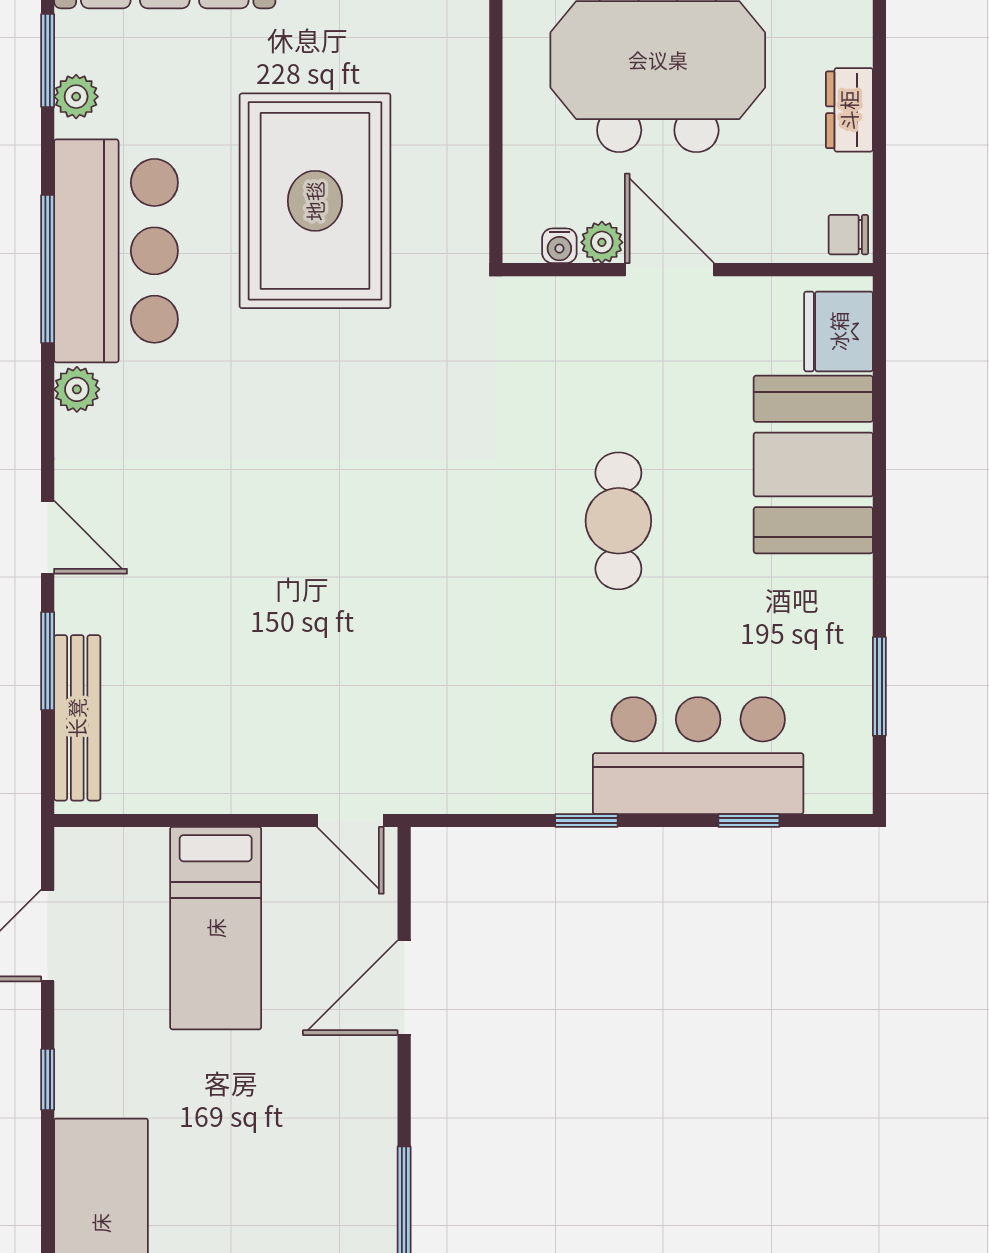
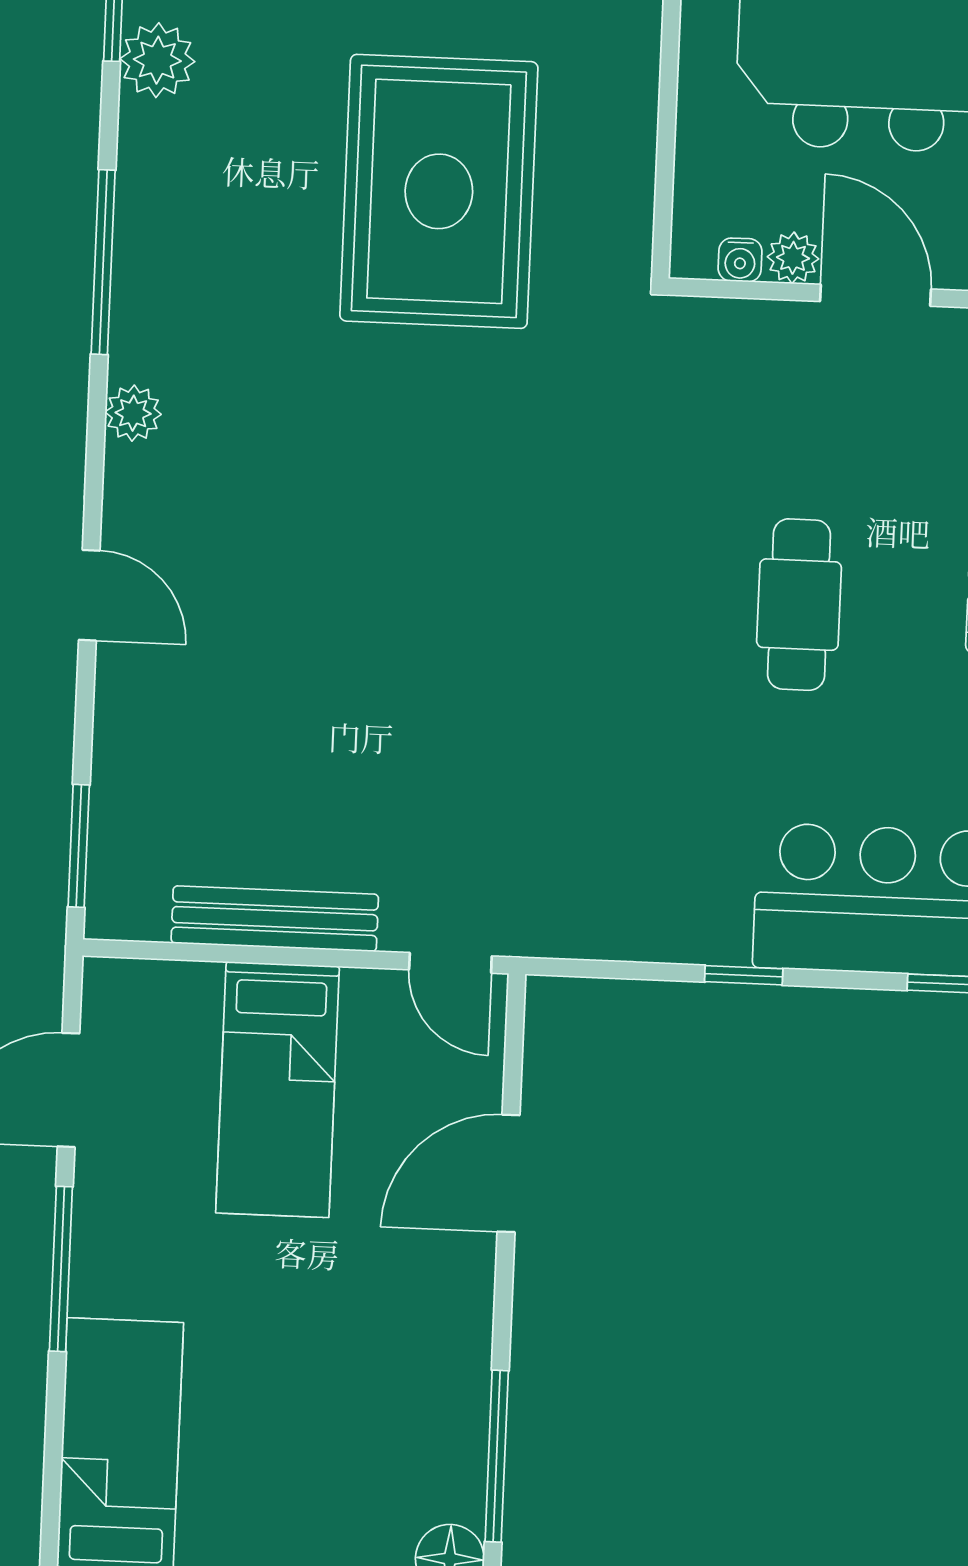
plant: (76, 97) -> (157, 60), width x1.38, depth x1.38
bar counter: (116, 251) -> (189, 243), removed
window: (48, 661) -> (79, 846), moved
bench: (77, 718) -> (275, 919), moved, turned 90
window: (48, 1080) -> (61, 1269), width x2.17

